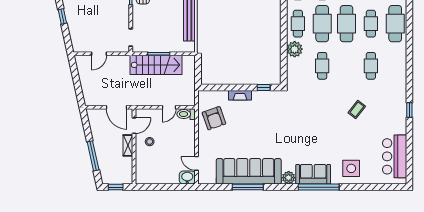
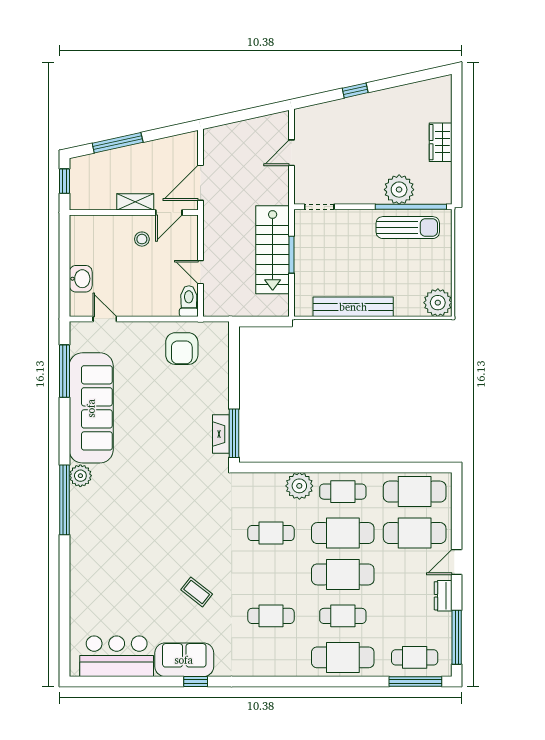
door: (99, 54) -> (292, 153), hinge flipped
window: (264, 87) -> (234, 433), width x2.17
fireplace: (240, 95) -> (221, 434), moved
armchair: (214, 118) -> (182, 349), turned -71
door: (134, 126) -> (169, 213), hinge flipped
door: (197, 163) -> (105, 319), hinge flipped
side table: (351, 168) -> (96, 582), removed
sofa: (313, 174) -> (184, 660), moved, turned -90
washbasin: (187, 178) -> (81, 279), moved
window: (248, 187) -> (64, 371), moved
window: (319, 187) -> (64, 500), moved

